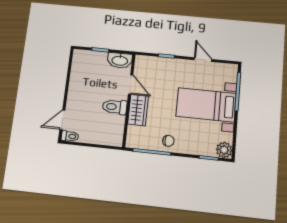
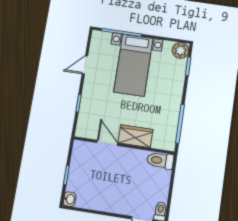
washbasin: (120, 60) -> (70, 199), moved, width x0.52, depth x0.69
door: (131, 85) -> (107, 143), hinge flipped
toilet: (115, 107) -> (160, 160), moved, turned 90
chair: (168, 141) -> (169, 106), removed

